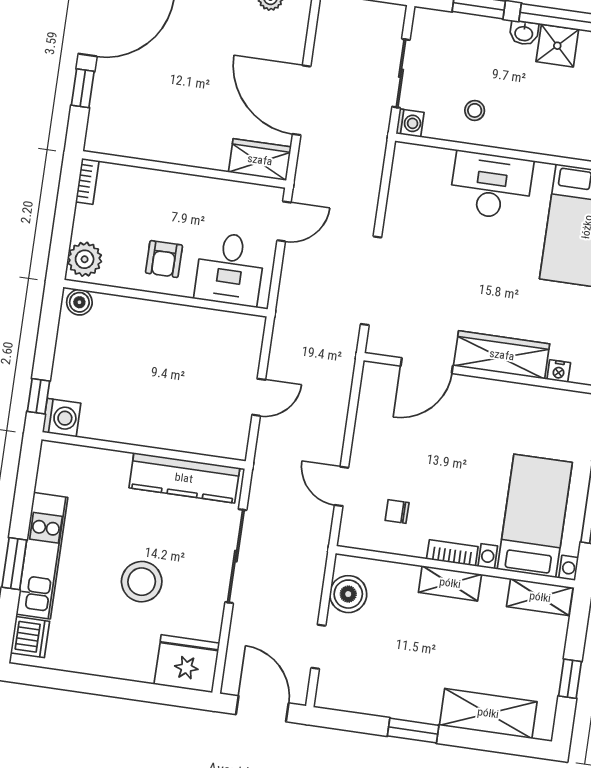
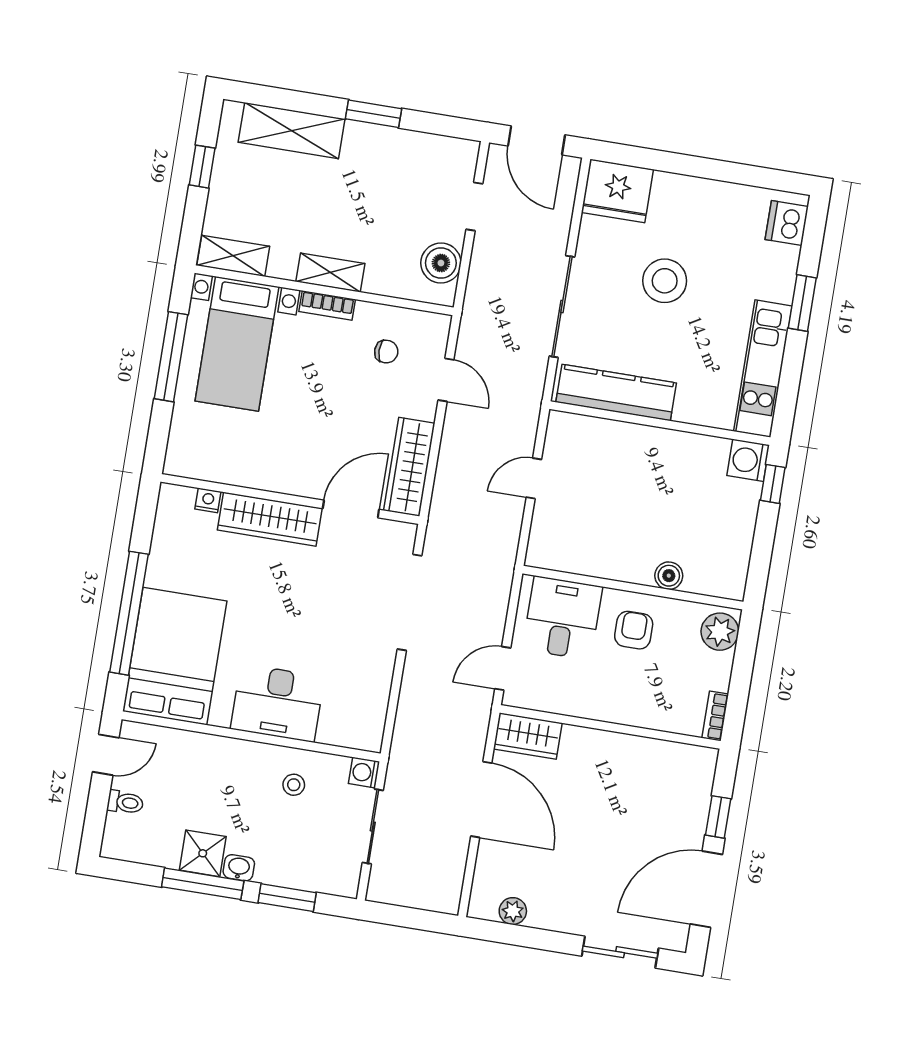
boiler: (79, 302) -> (669, 576), moved
wardrobe: (374, 406) -> (409, 467), added
kitchen unit: (42, 556) -> (763, 369), moved

